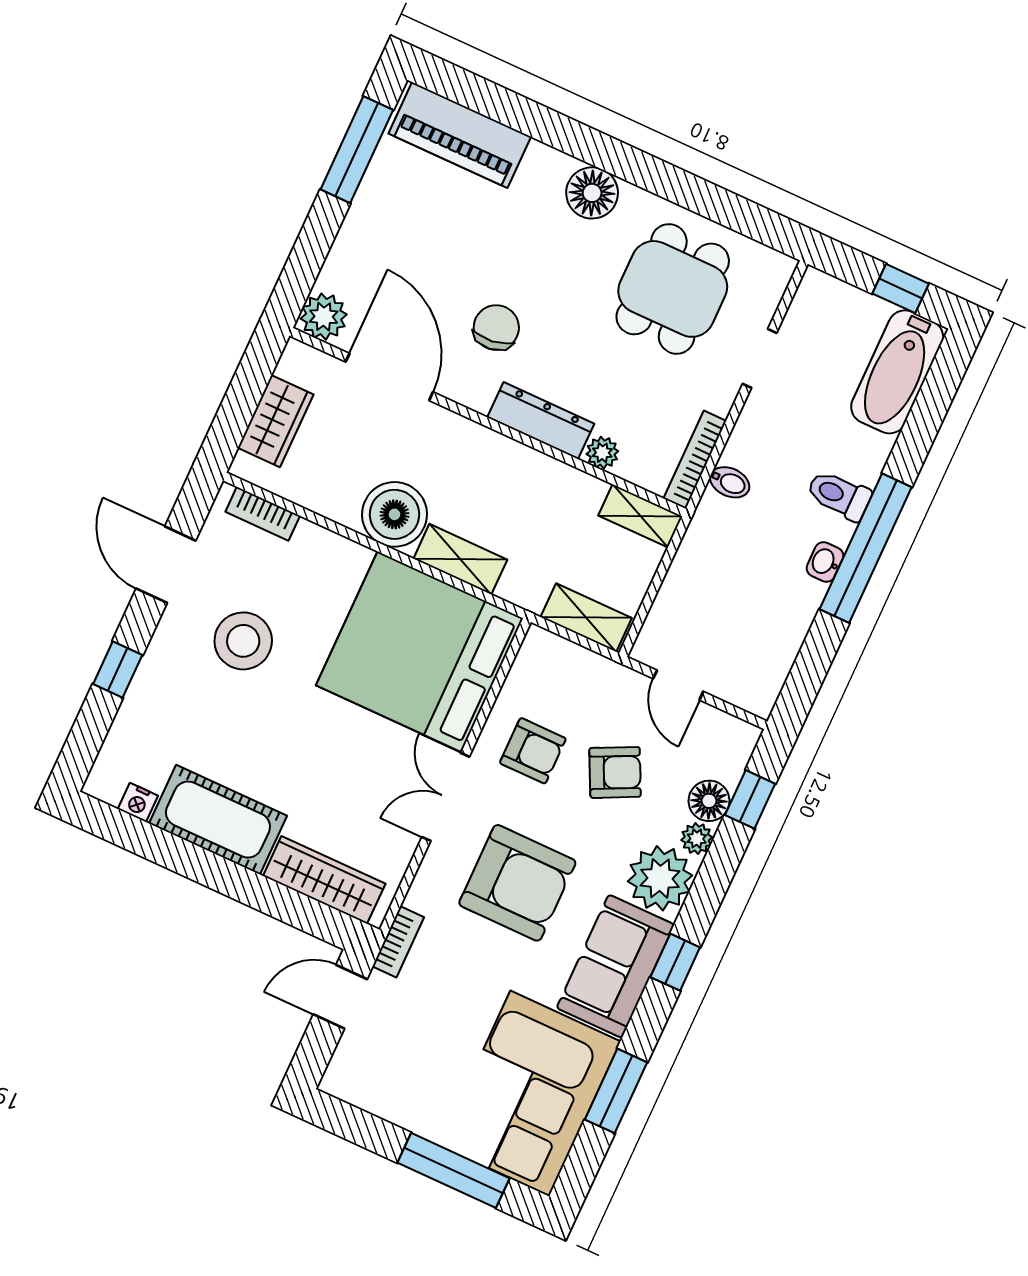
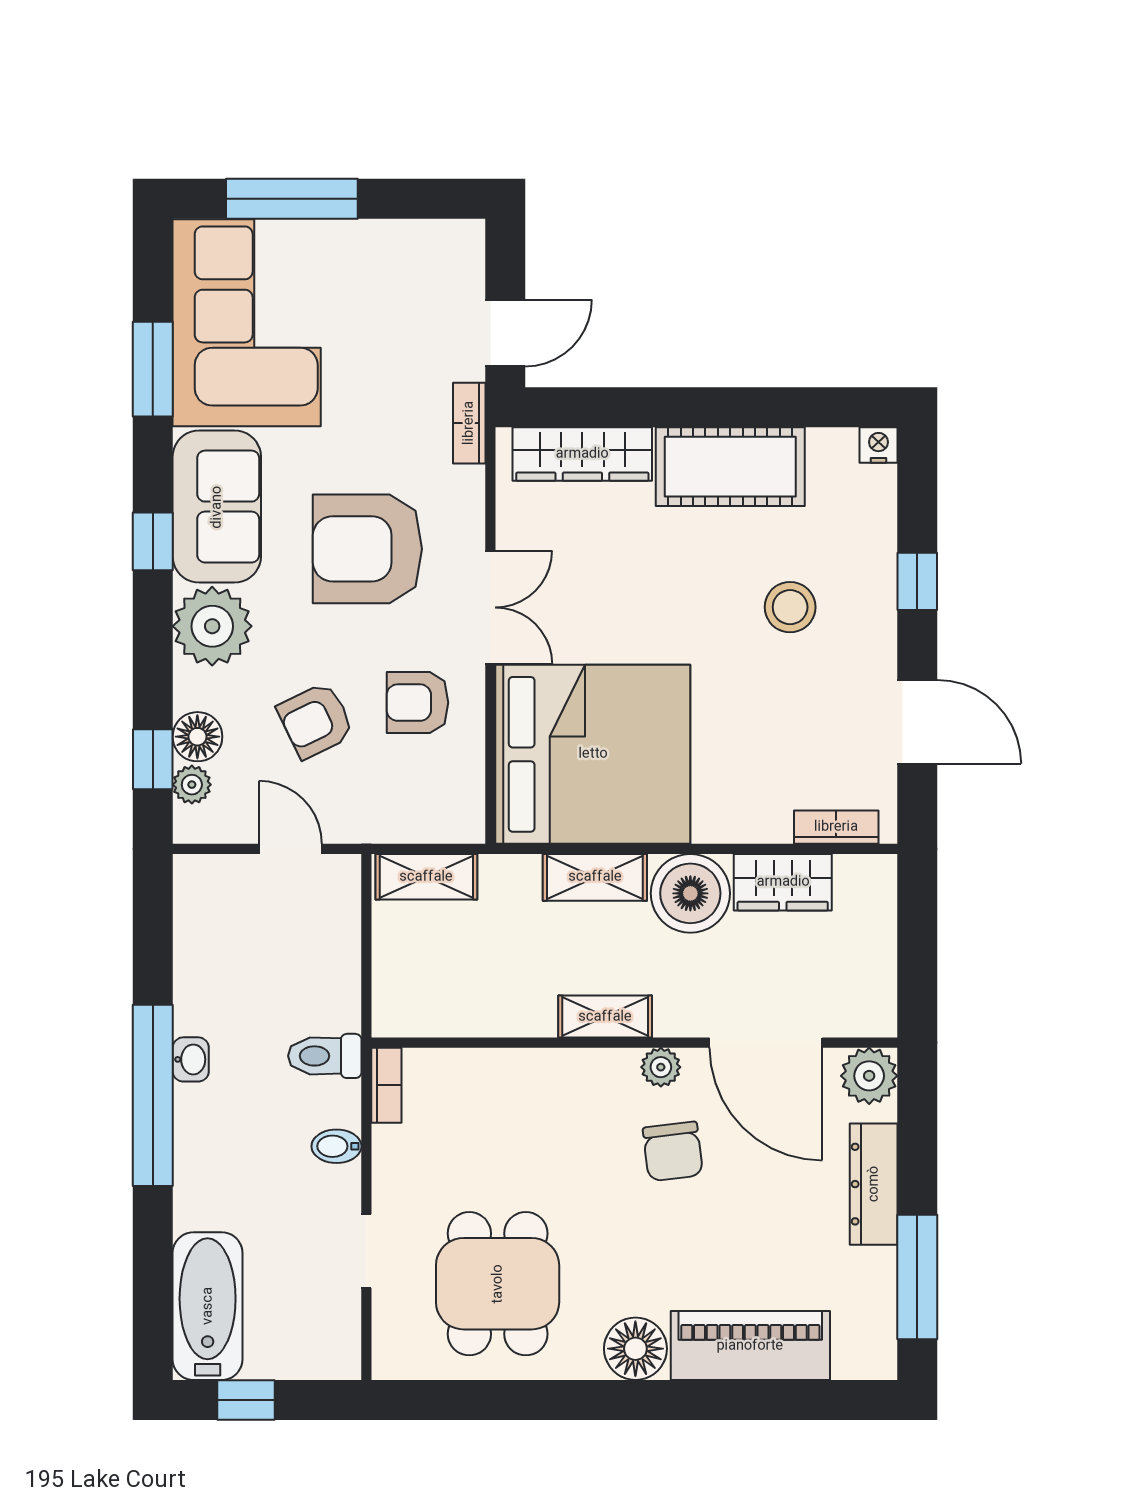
piano: (460, 135) -> (750, 1346), moved
wardrobe: (276, 421) -> (783, 882), moved, turned -90
dresser: (541, 421) -> (874, 1184), moved, turned 90
plant: (602, 453) -> (661, 1067), moved
bookcase: (695, 460) -> (386, 1085), width x0.64
bidet: (730, 482) -> (336, 1146), moved
toilet: (839, 495) -> (325, 1056), moved, turned 180
shelving: (640, 516) -> (605, 1017), moved
stool: (243, 641) -> (790, 607), moved, width x0.73, depth x0.73
nightstand: (138, 802) -> (879, 445), moved
plant: (697, 839) -> (192, 785), moved

